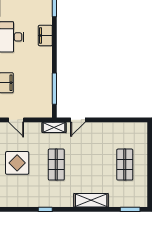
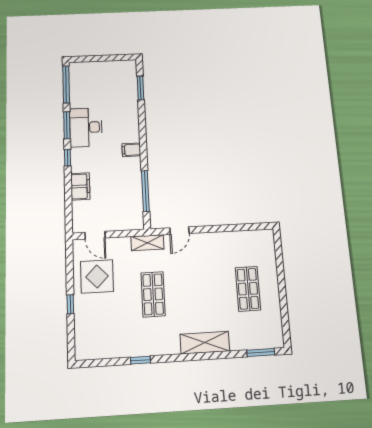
filing cabinet: (45, 35) -> (131, 150), moved, width x0.50
display table: (17, 163) -> (97, 276), moved

